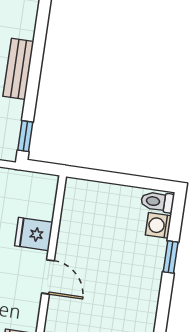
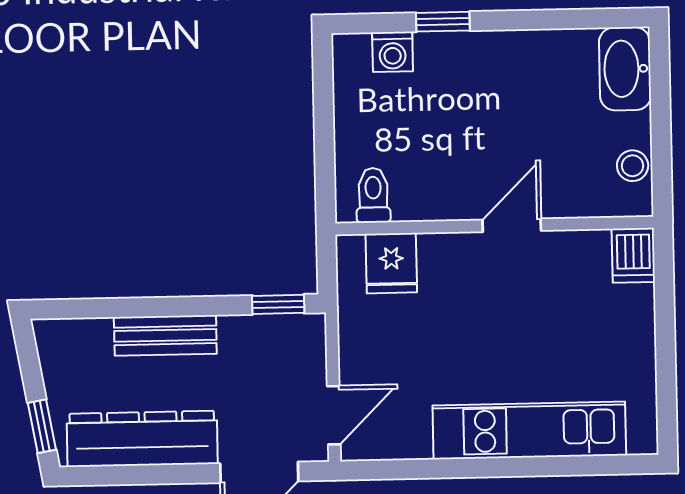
toilet: (157, 202) -> (373, 195), moved, turned 180
fridge: (34, 234) -> (391, 263), moved

